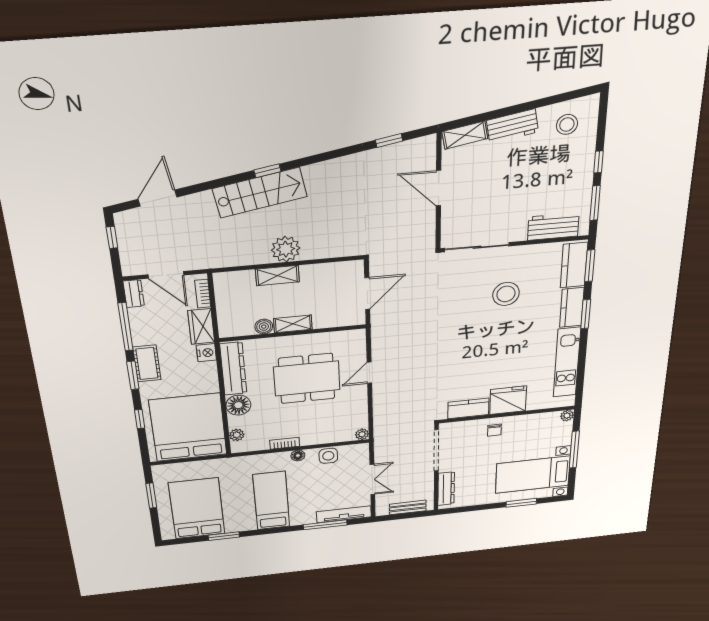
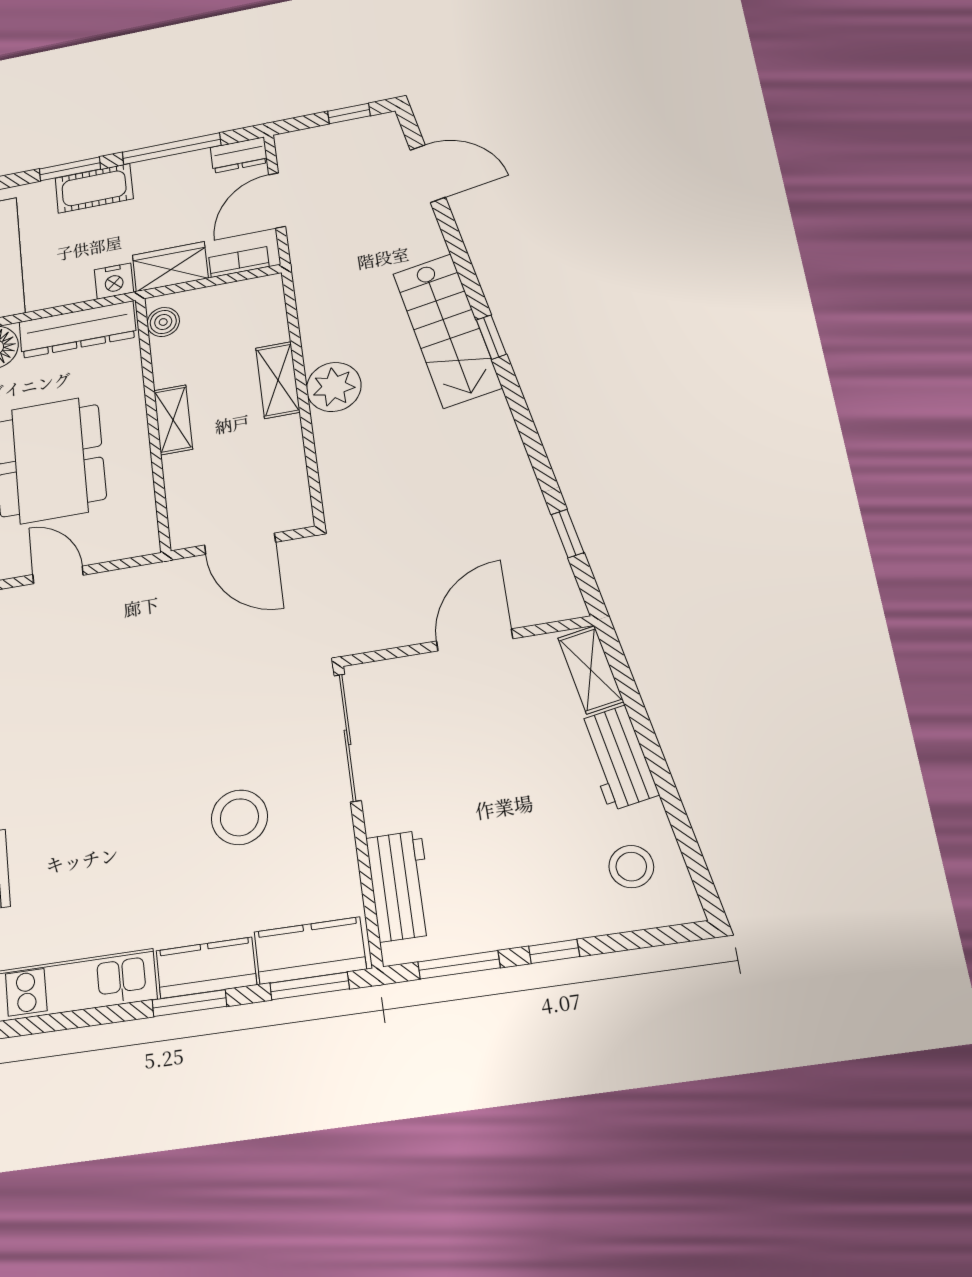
boiler: (264, 327) -> (163, 322), moved

